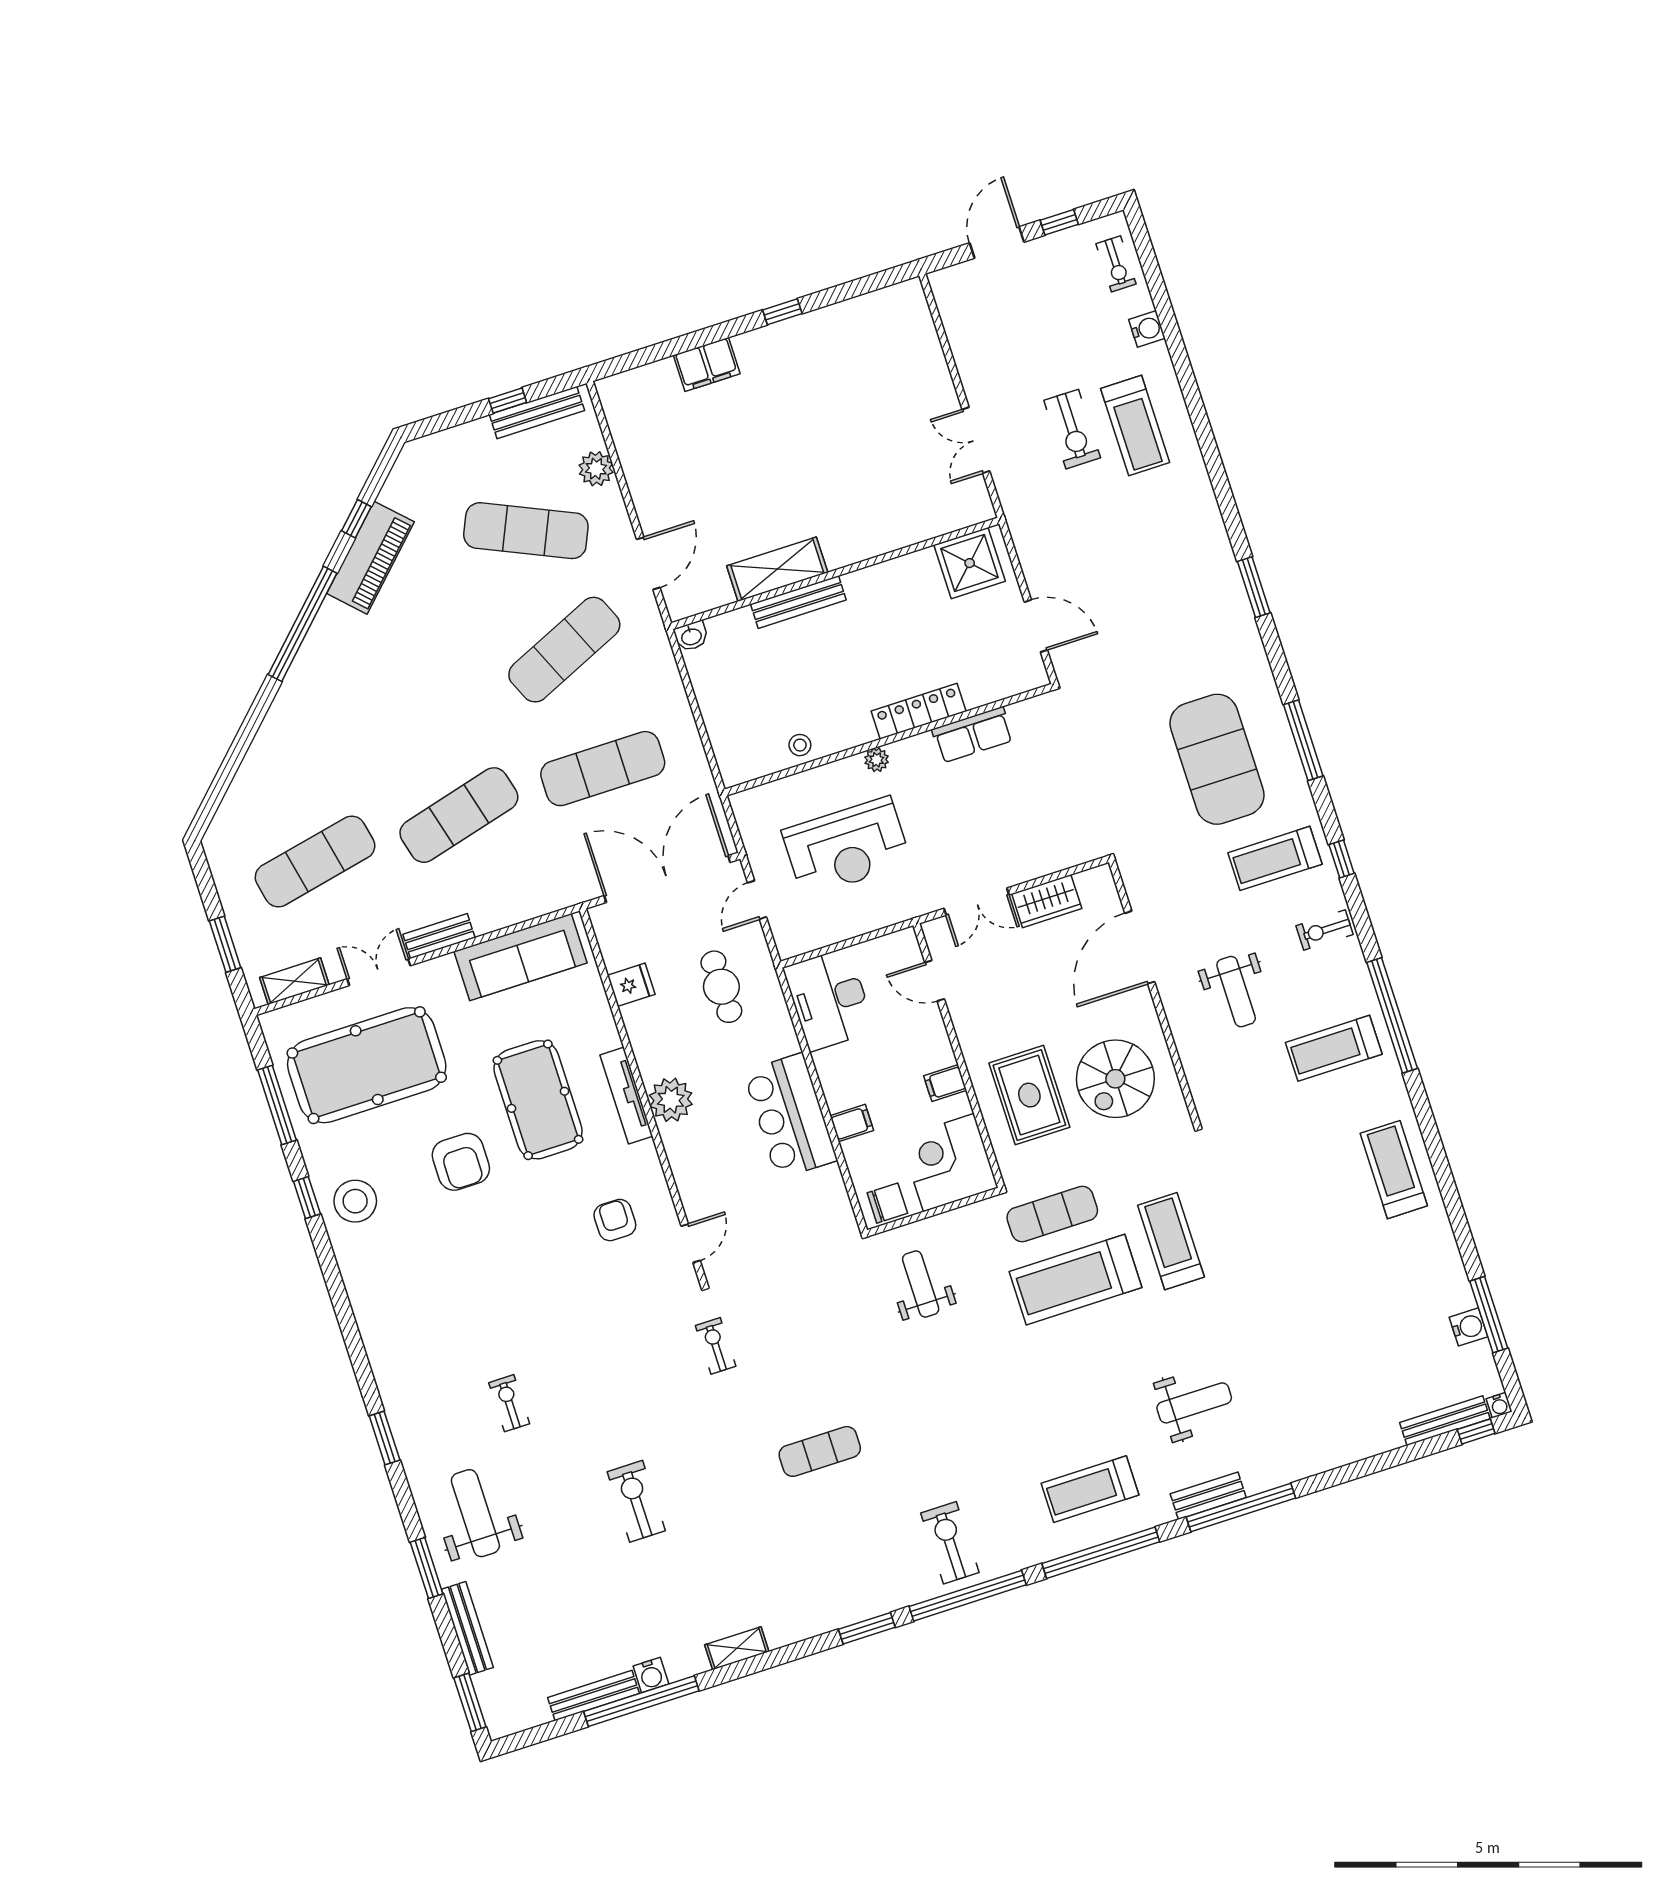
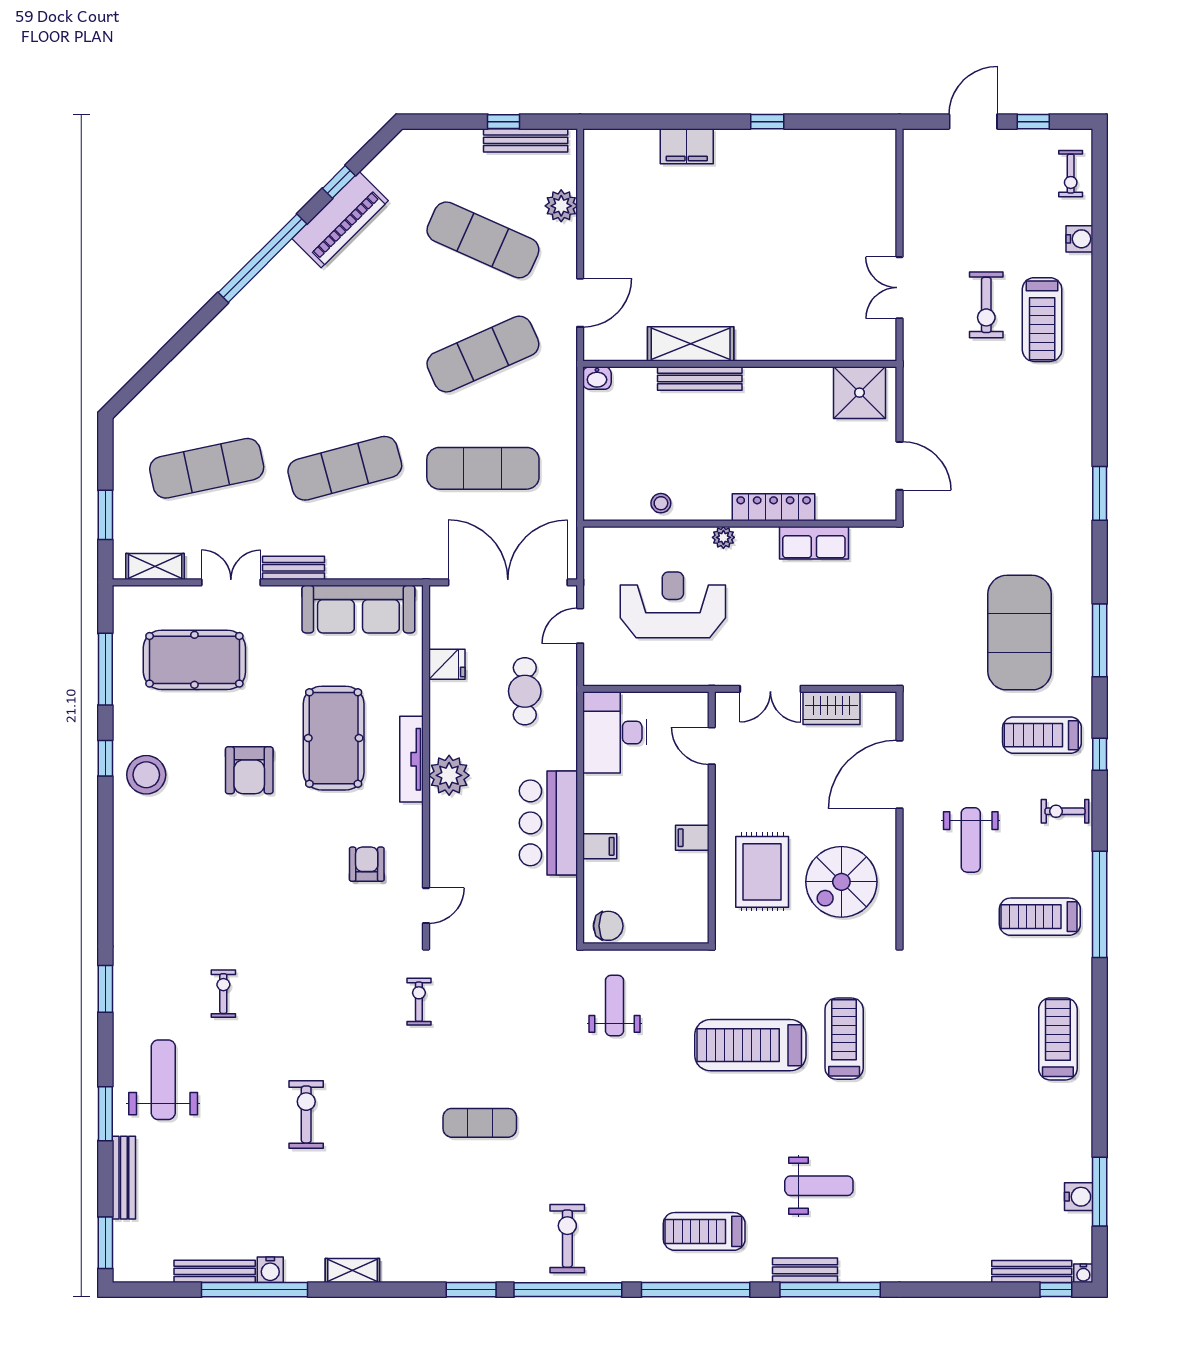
reception desk: (847, 847) -> (673, 605), turned 180
pool table: (367, 1065) -> (194, 660), width x0.73, depth x0.76
corner desk: (949, 1163) -> (673, 908), removed
exercise mat: (1052, 1214) -> (749, 982), removed

